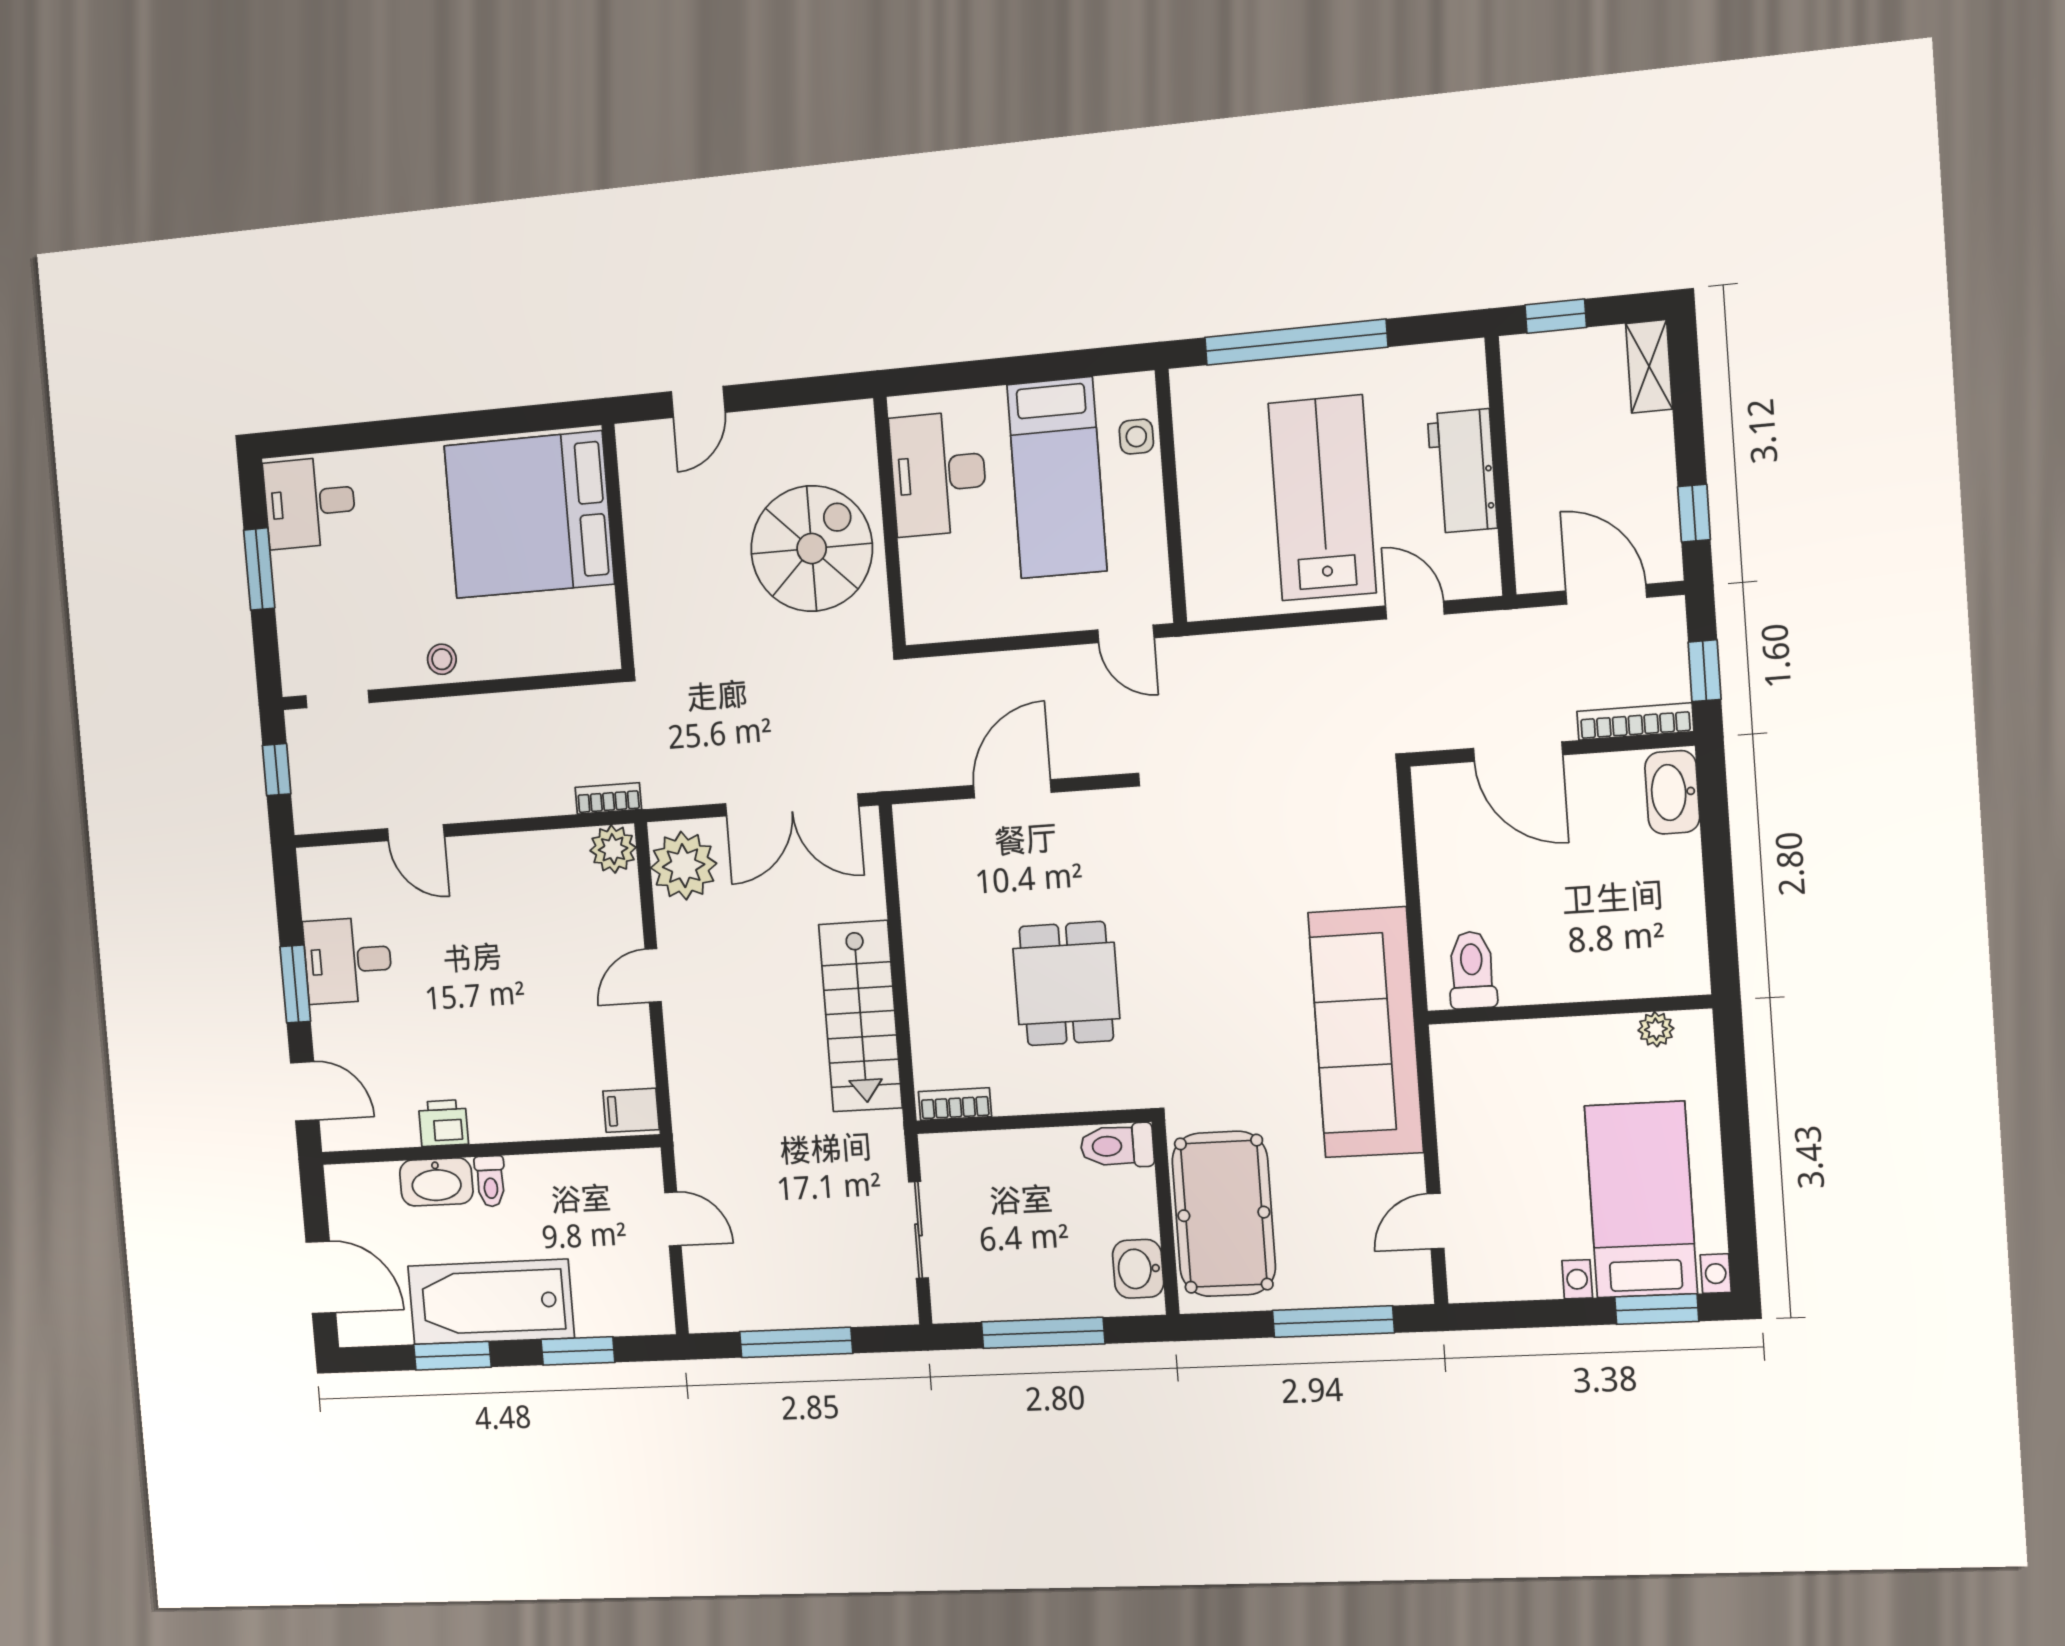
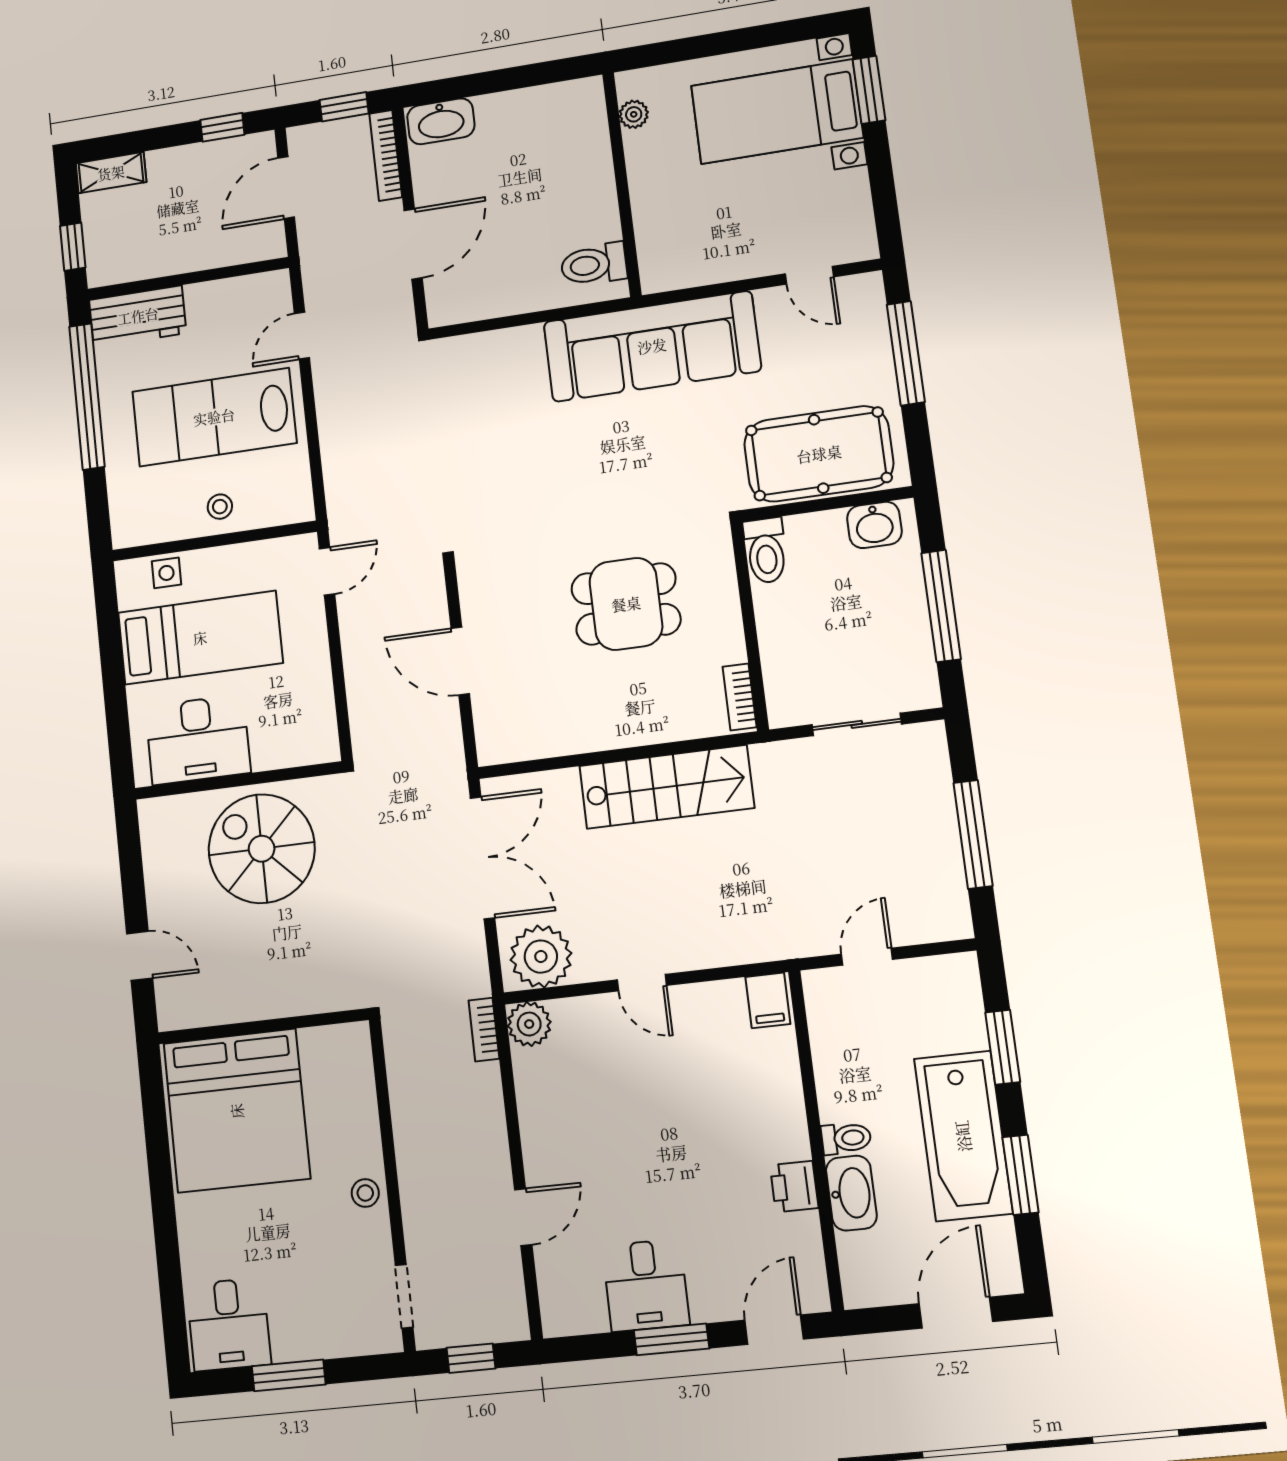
window: (1296, 342) -> (87, 396), moved
workbench: (1462, 471) -> (138, 316), moved
stool: (1212, 504) -> (220, 507), added

